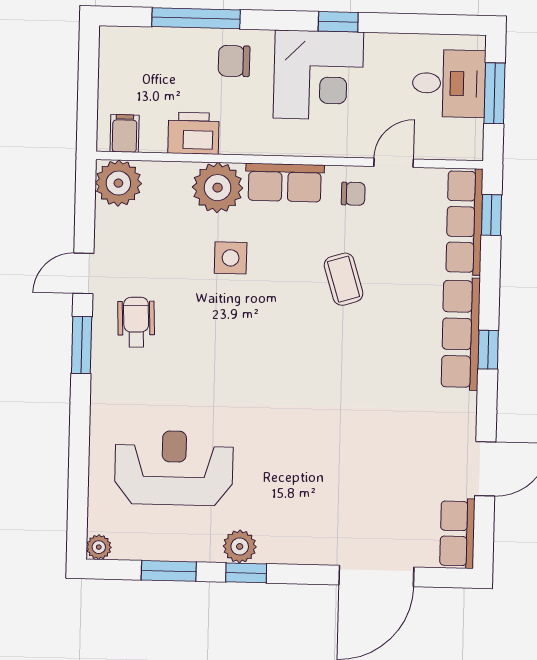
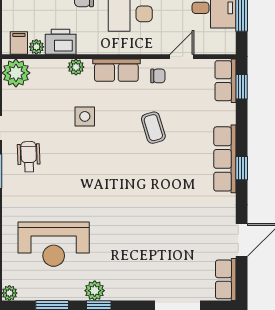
plant: (153, 141) -> (36, 47), added
plant: (218, 188) -> (76, 67), width x0.53, depth x0.53
row of seats: (464, 222) -> (225, 81), width x0.68
reception desk: (174, 468) -> (54, 244), turned 180

